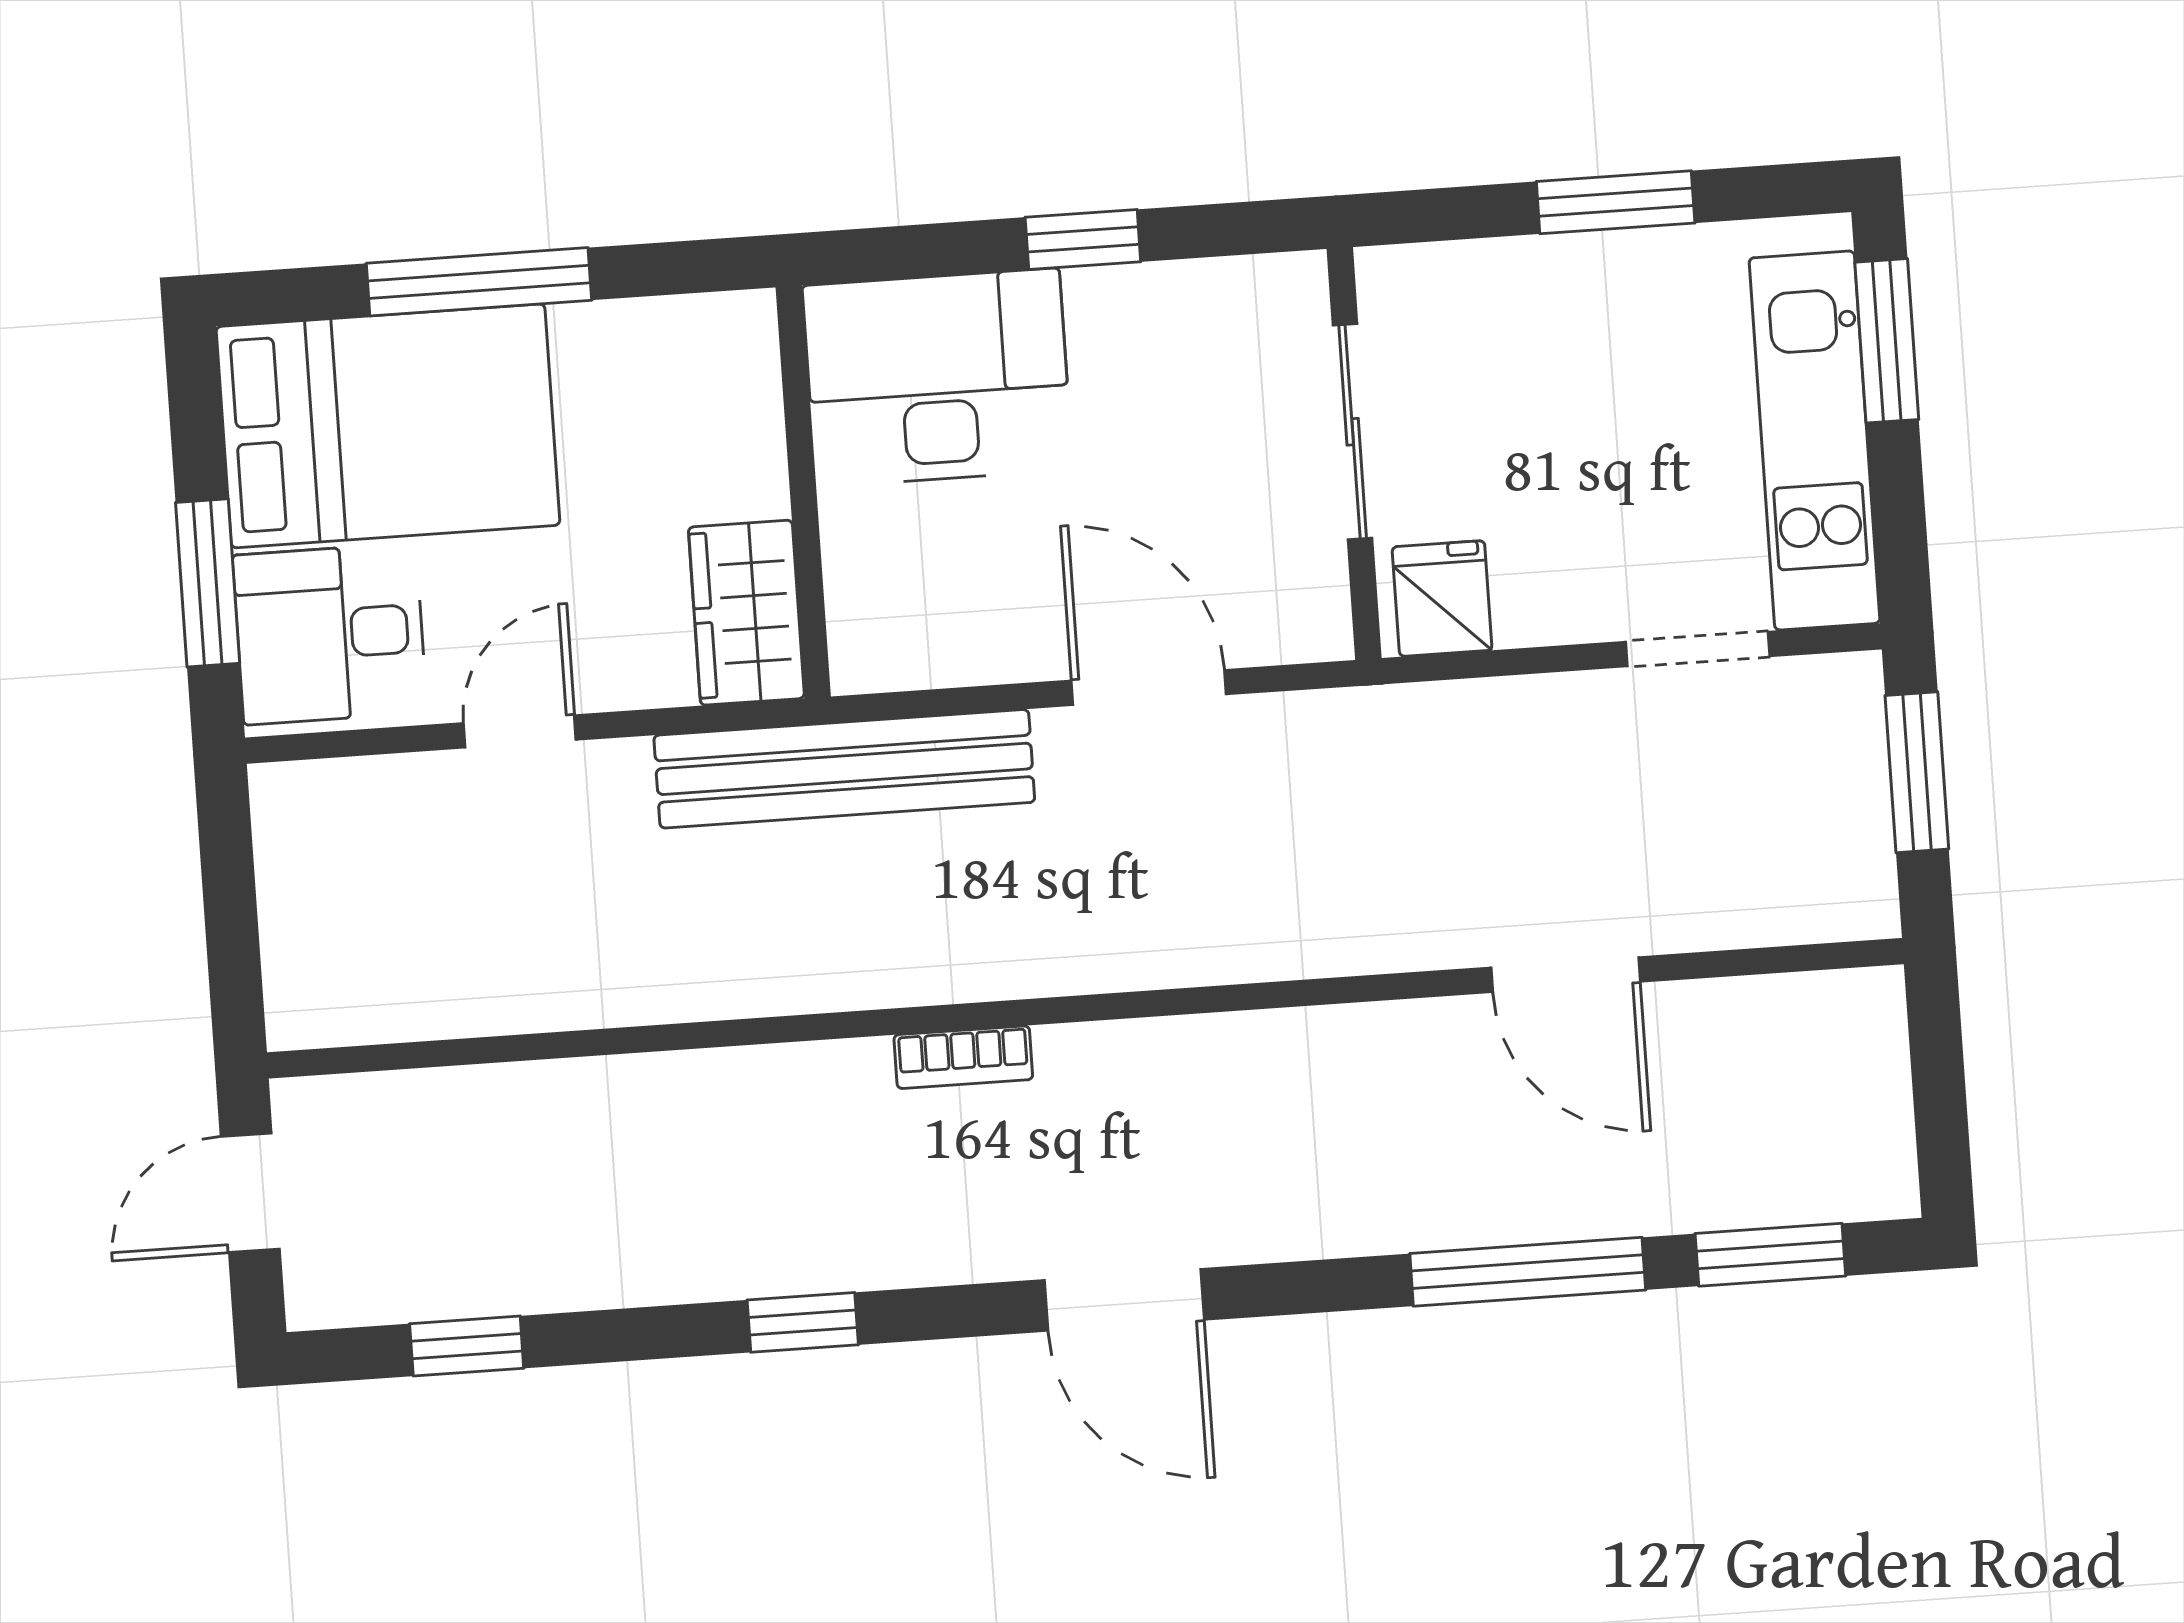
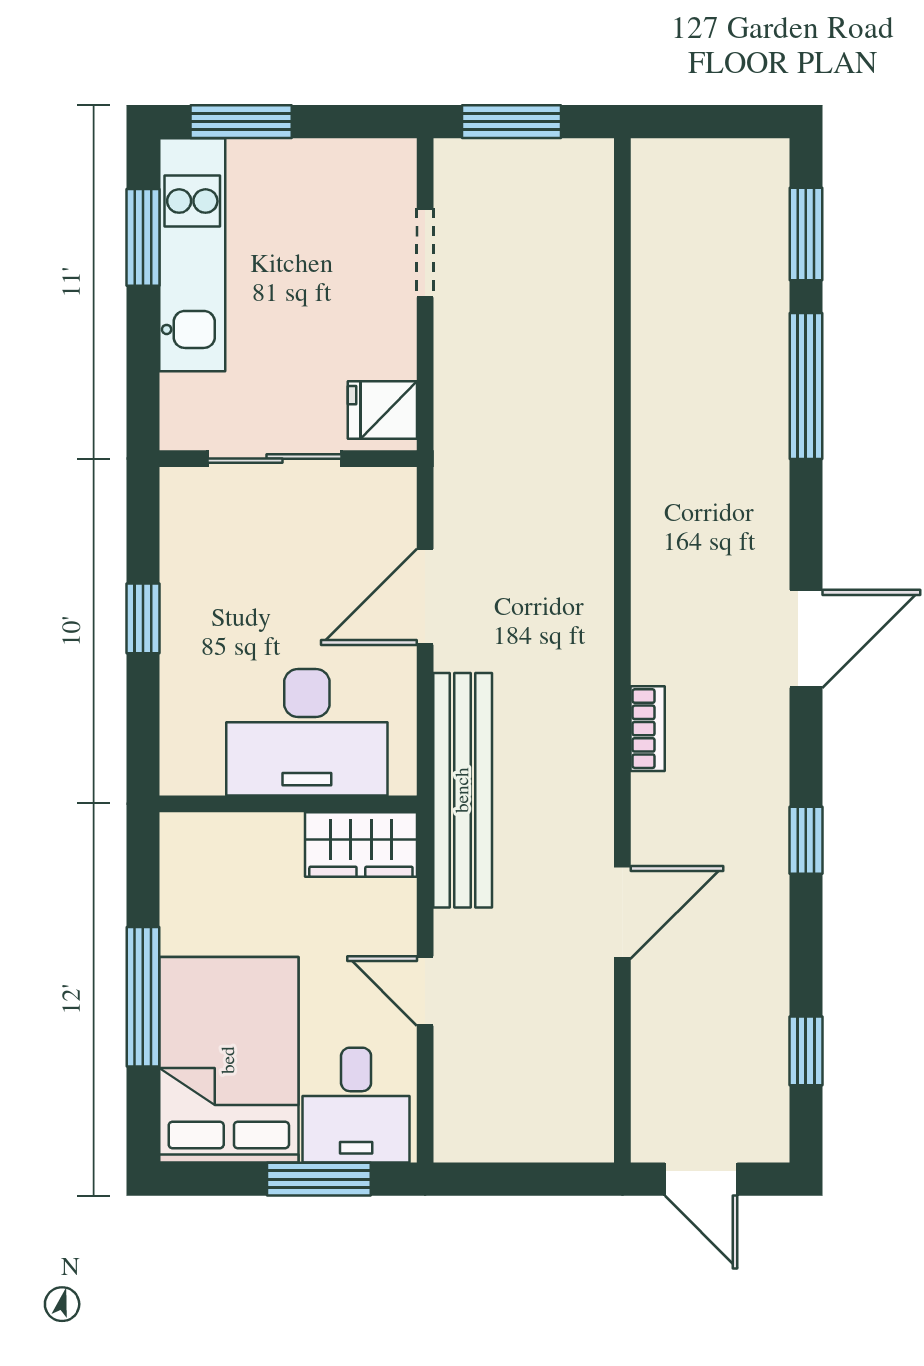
window: (1616, 202) -> (143, 237), moved
desk: (938, 378) -> (307, 732), moved, turned -90
kitchen unit: (1815, 441) -> (192, 255), moved, turned -90
door: (1566, 975) -> (622, 912), moved

